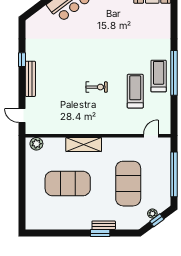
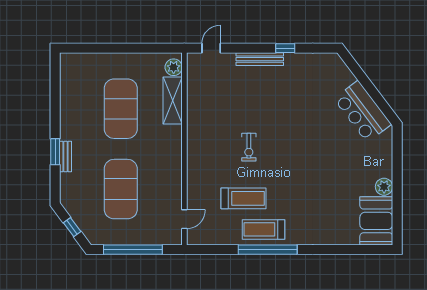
treadmill: (159, 76) -> (264, 229), turned 180
door: (151, 136) -> (184, 219), hinge flipped
shelving: (84, 144) -> (173, 100), moved
exercise mat: (128, 184) -> (121, 189), turned 90
plant: (152, 214) -> (81, 221), removed

